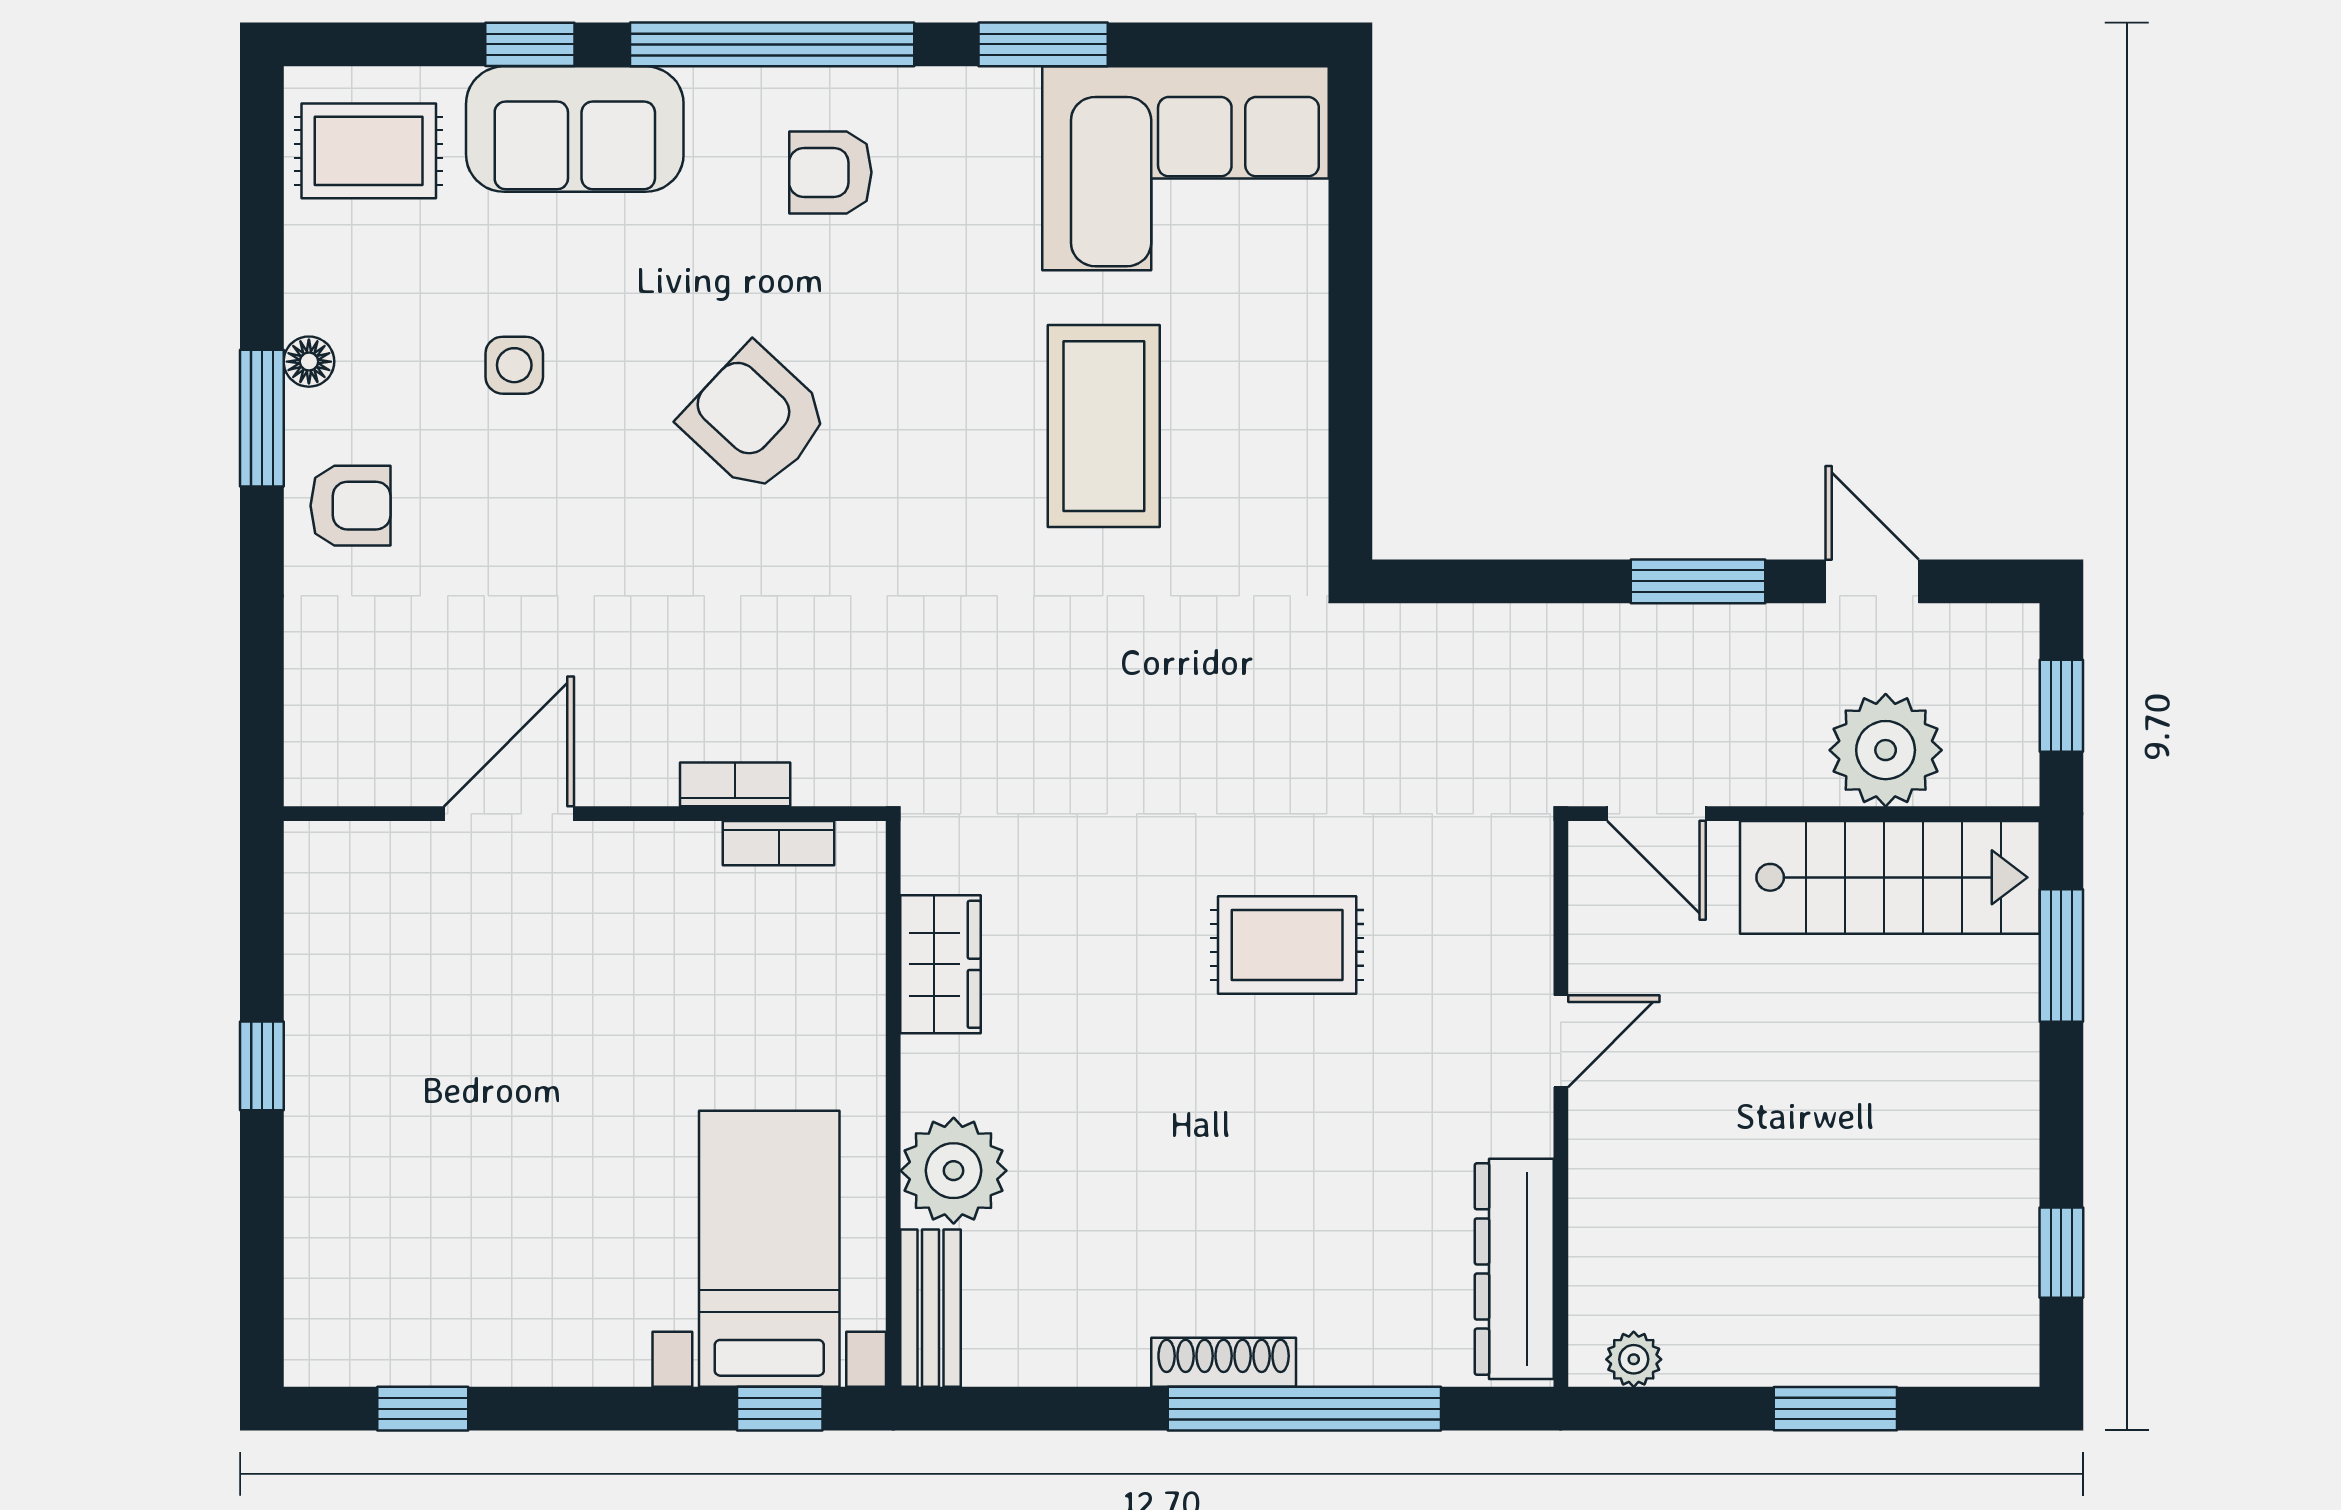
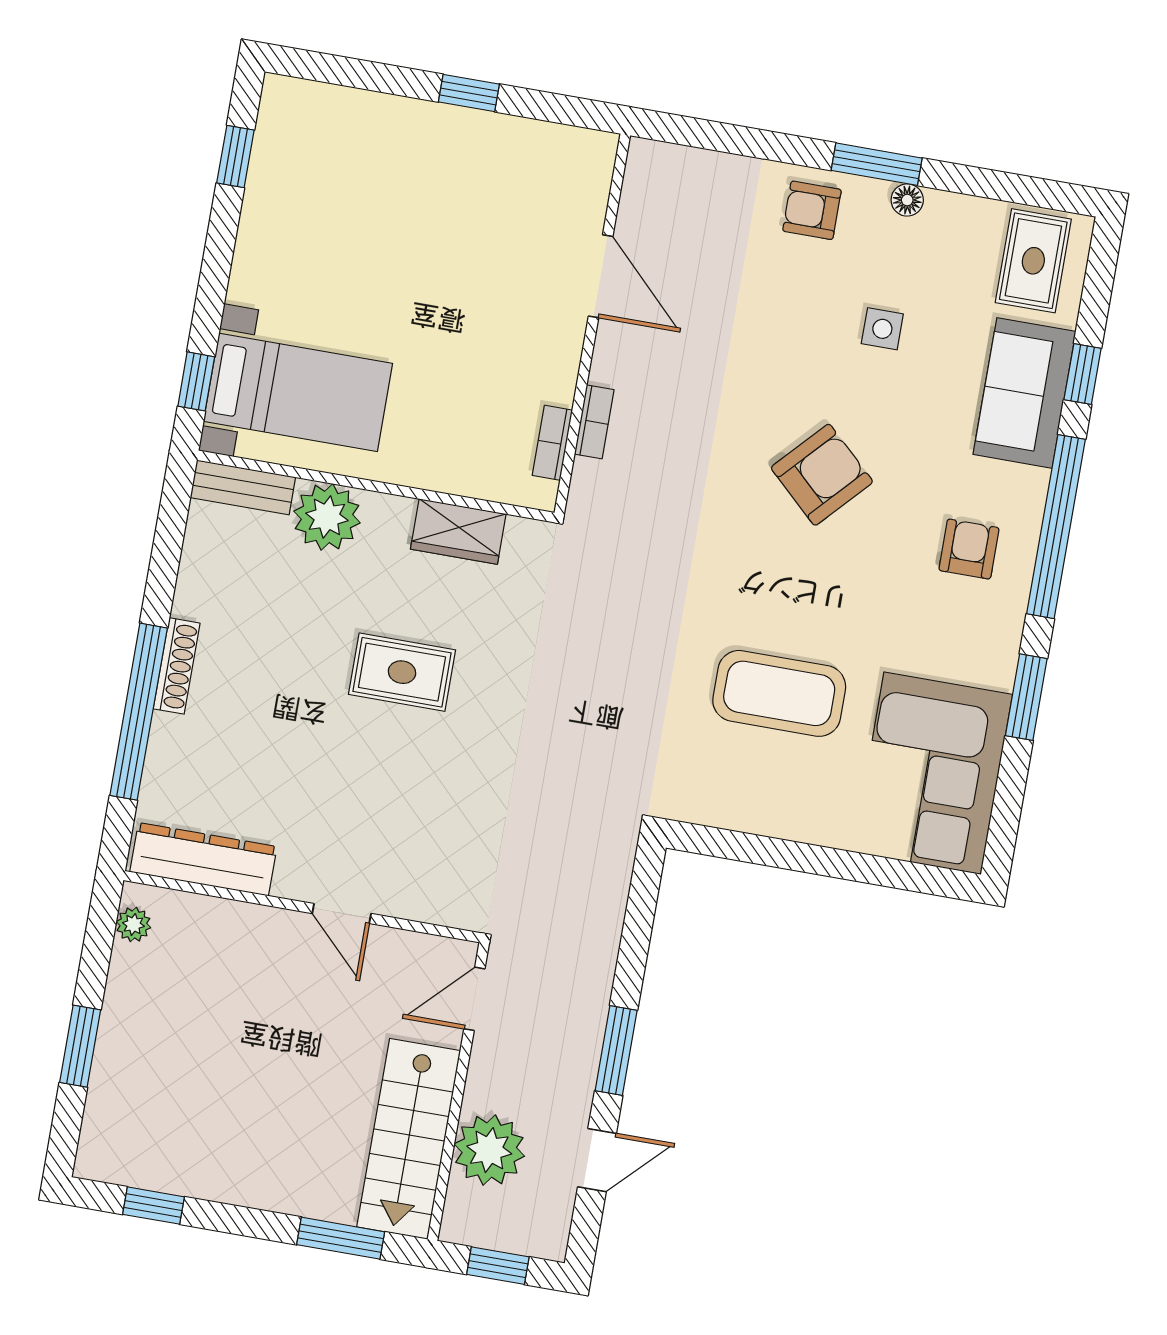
armchair: (350, 506) -> (812, 210), turned 90
rug: (1287, 945) -> (402, 672), moved, turned 90

